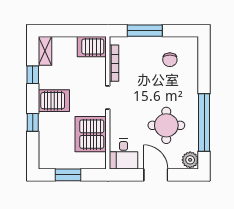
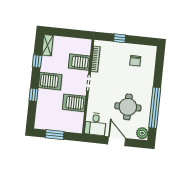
window: (145, 31) -> (120, 38), width x0.46
server rack: (92, 47) -> (79, 62), moved
server rack: (91, 134) -> (74, 103), width x0.63

